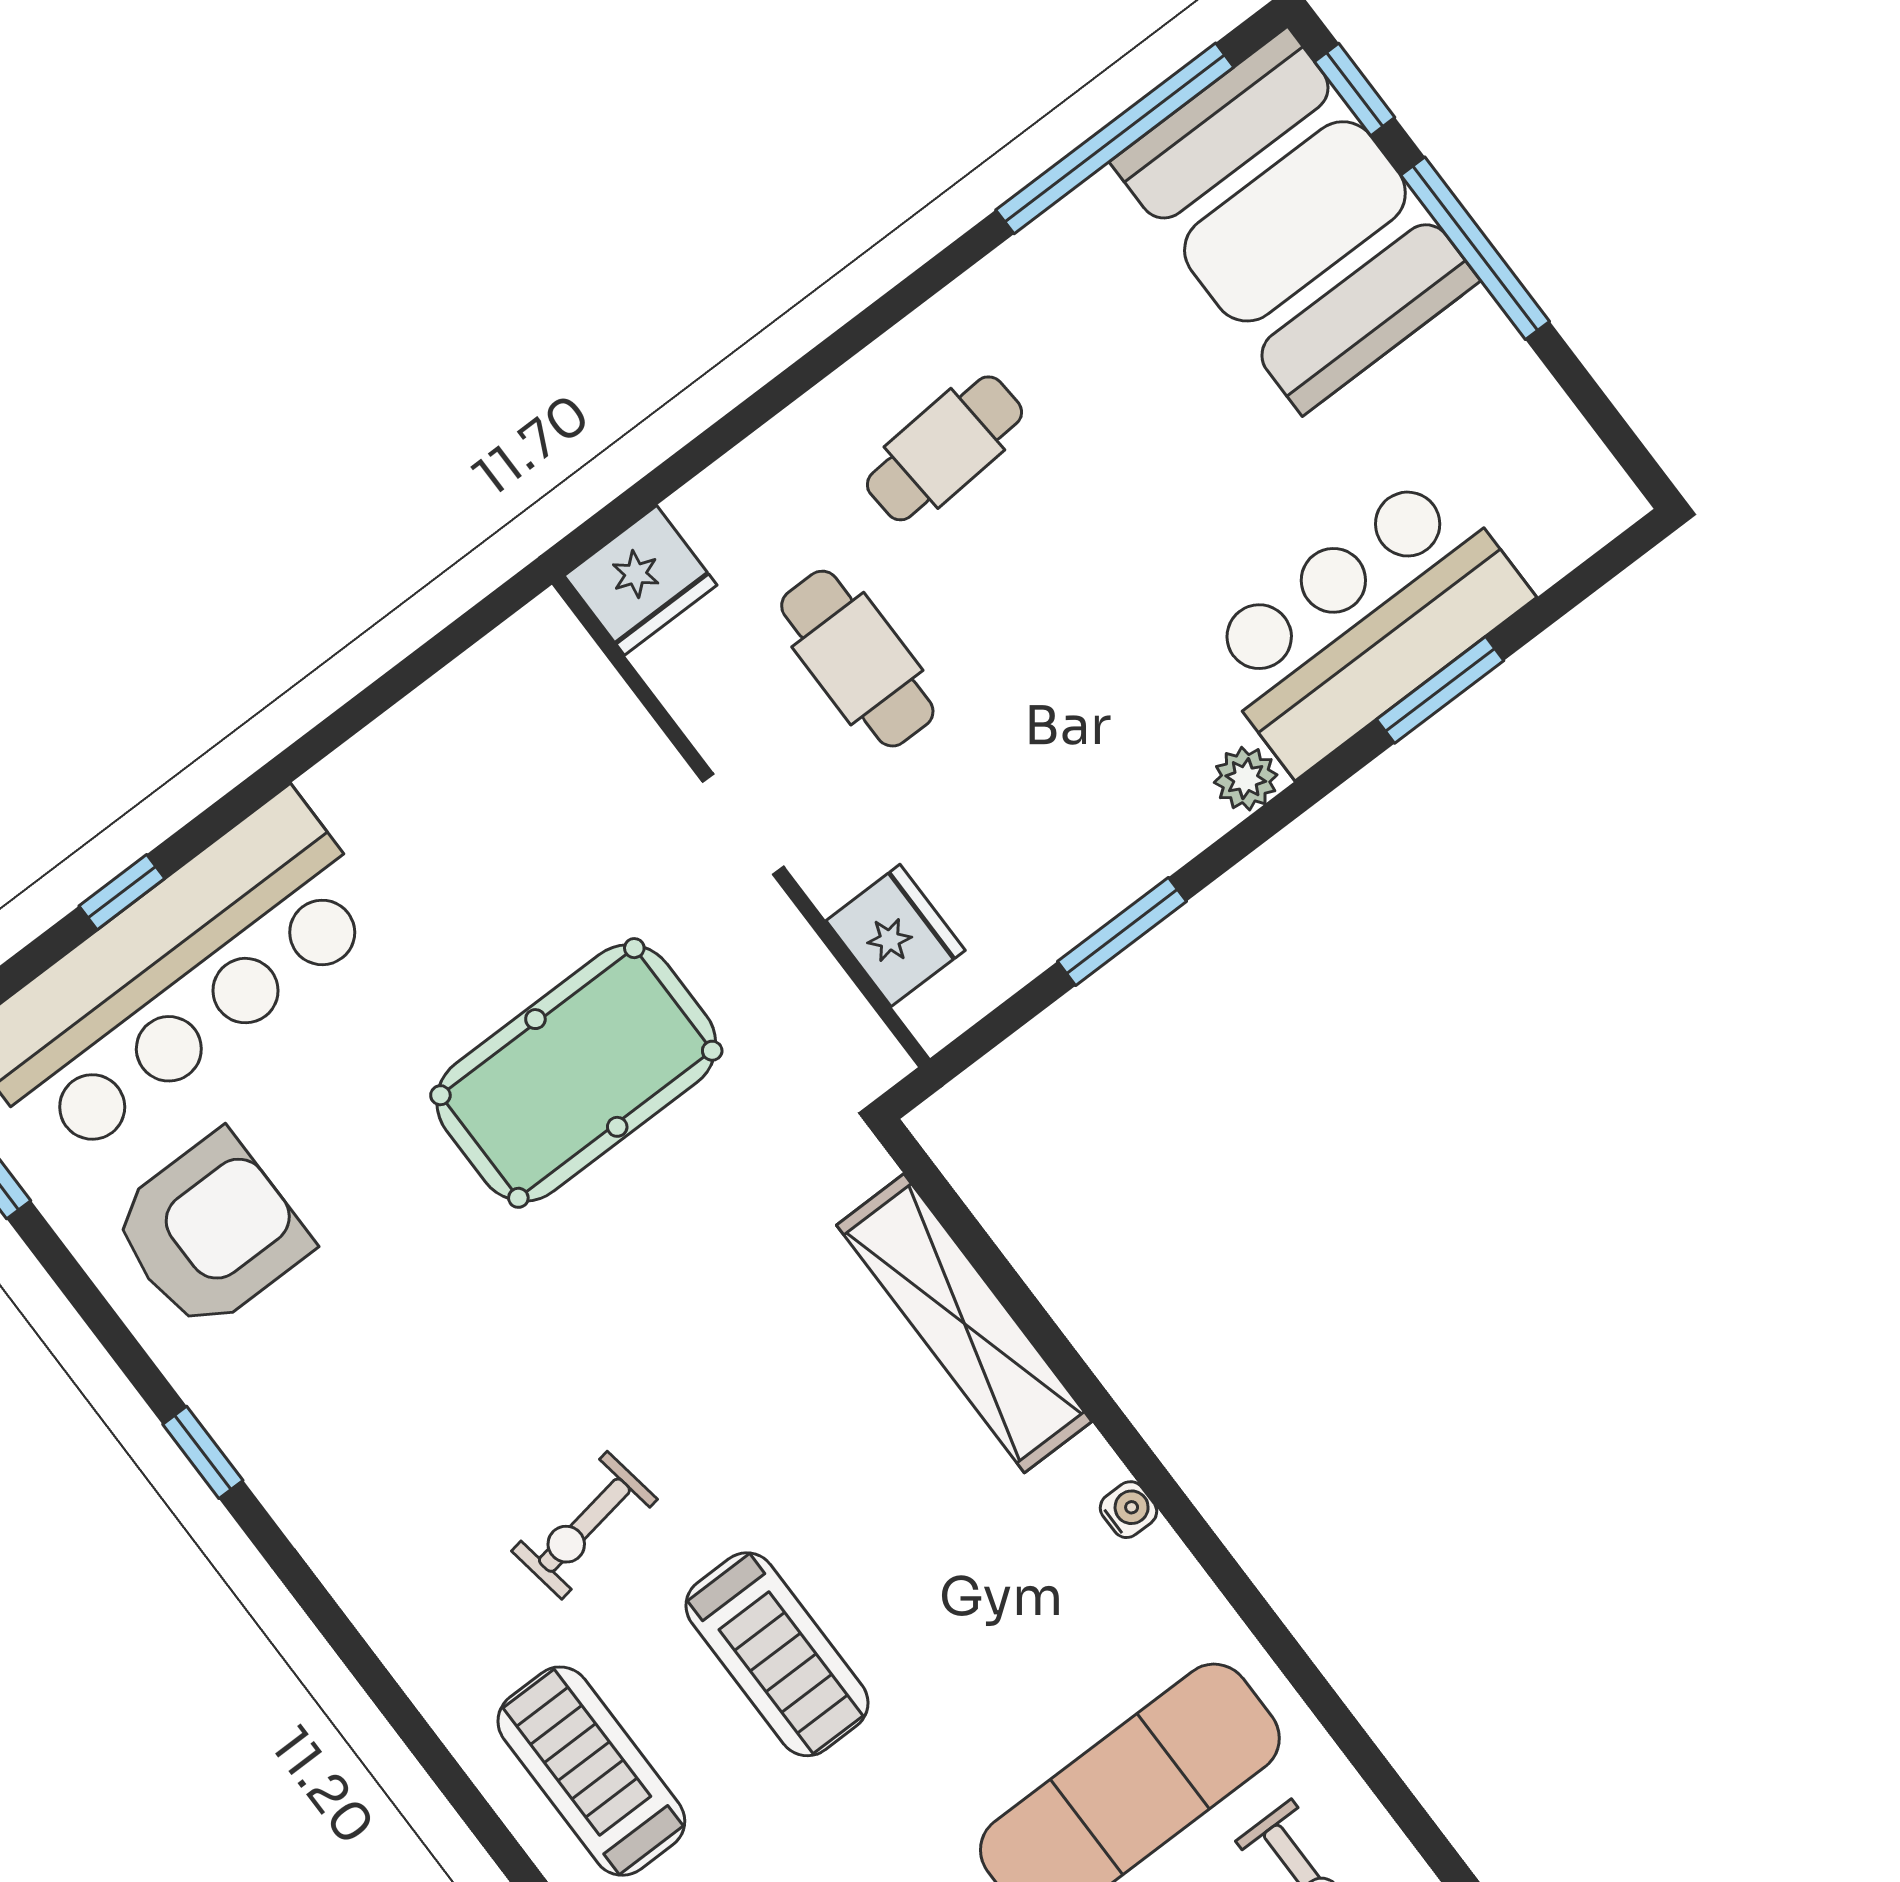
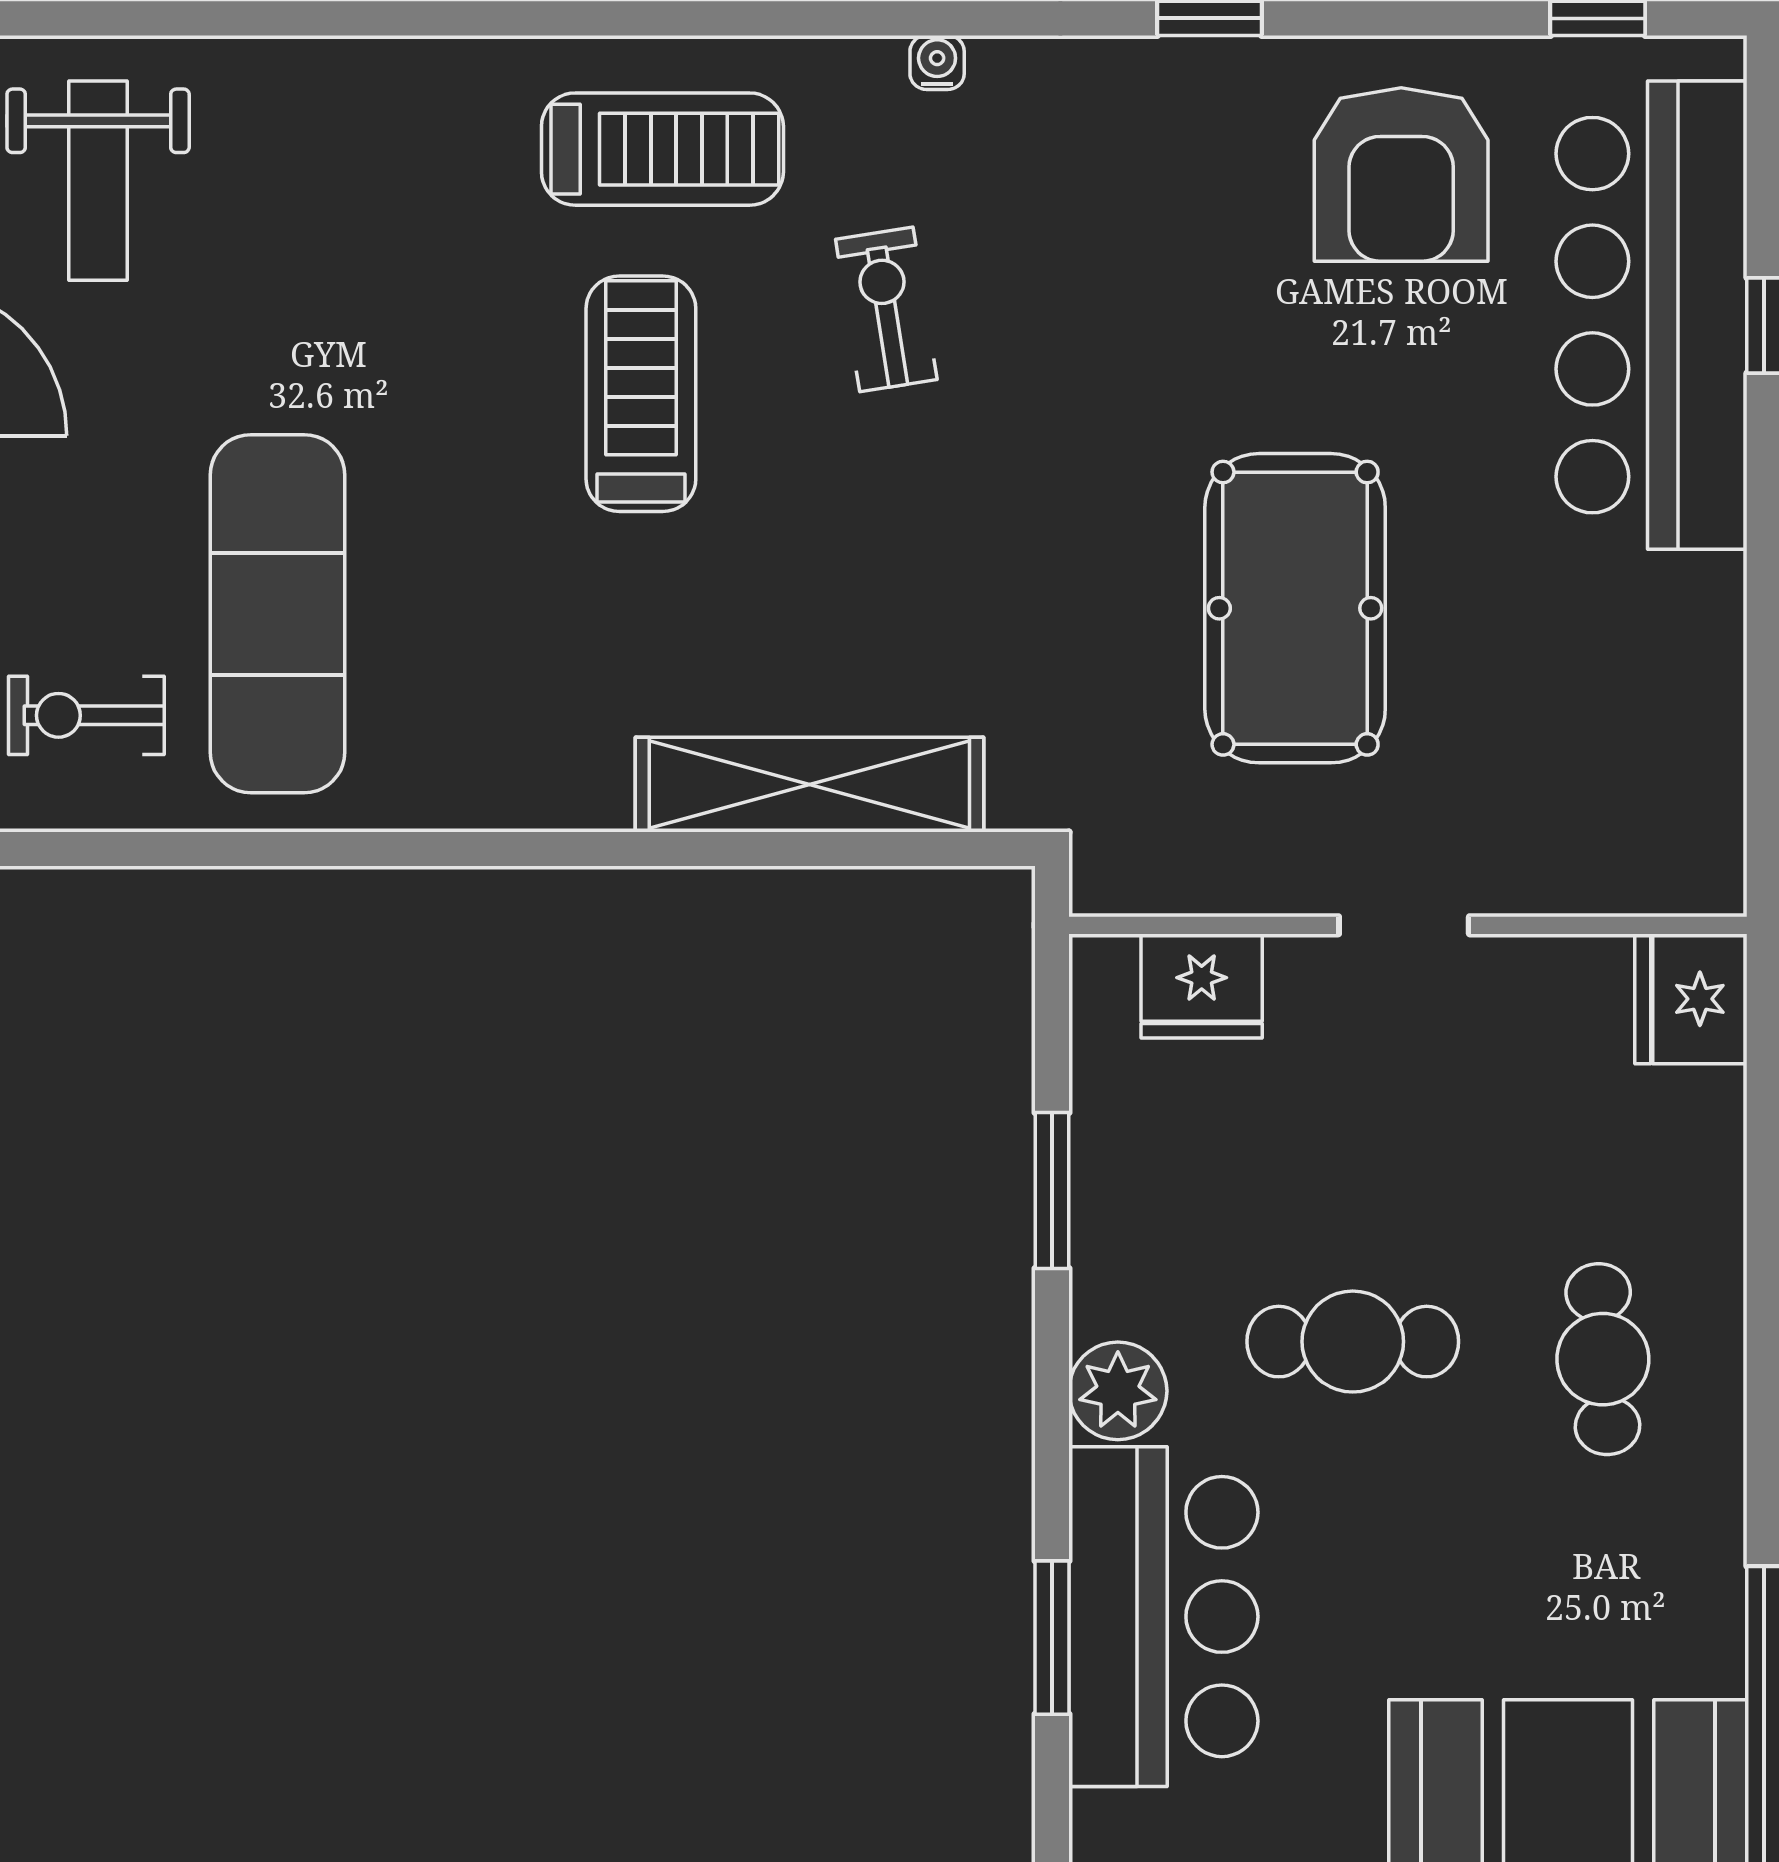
cafe table: (857, 659) -> (1353, 1342), moved
plant: (1246, 779) -> (1118, 1391), width x1.38, depth x1.38
water cooler: (1128, 1510) -> (937, 62), moved, turned 180
treadmill: (777, 1654) -> (641, 394), turned 90

